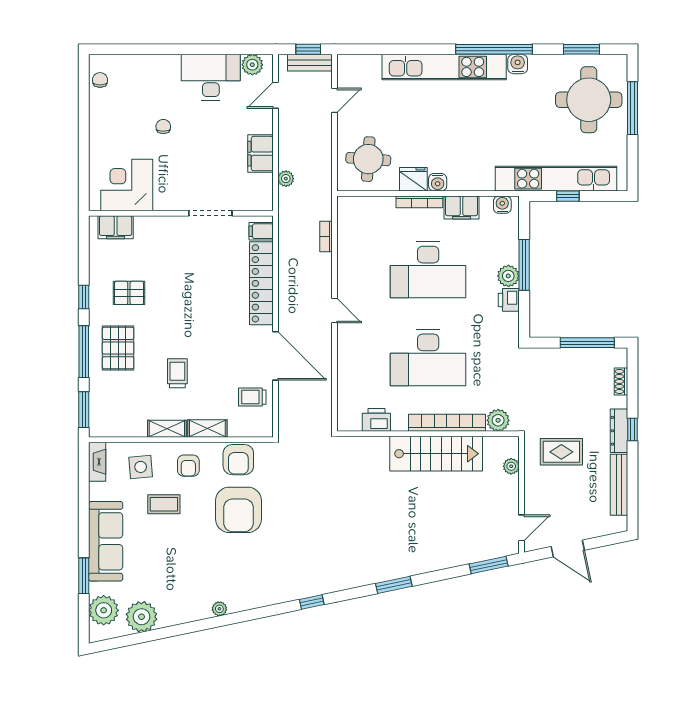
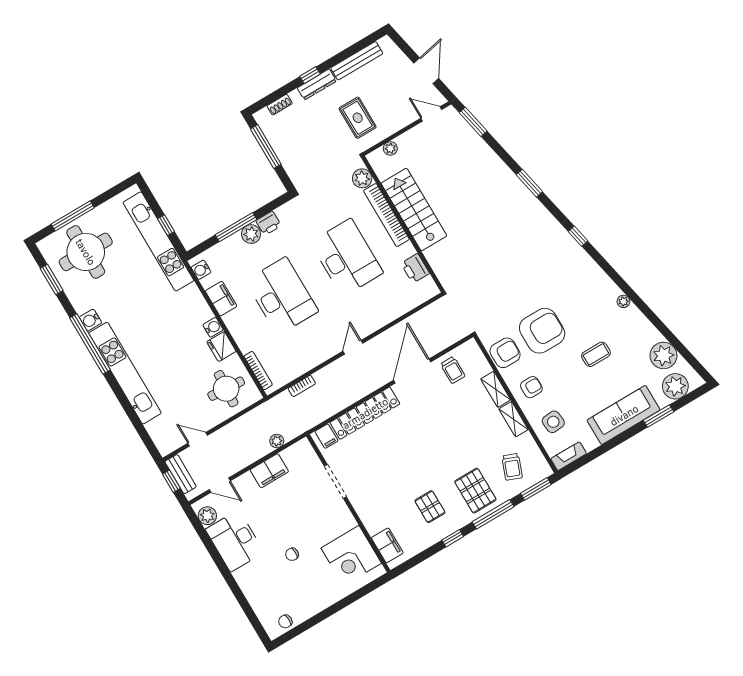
bookcase: (419, 202) -> (258, 371), moved
pallet: (118, 348) -> (475, 491), turned 90
trolley: (177, 373) -> (512, 467), moved, turned -69
coffee table: (164, 504) -> (596, 354), moved, turned 90

